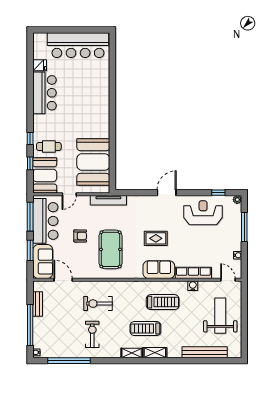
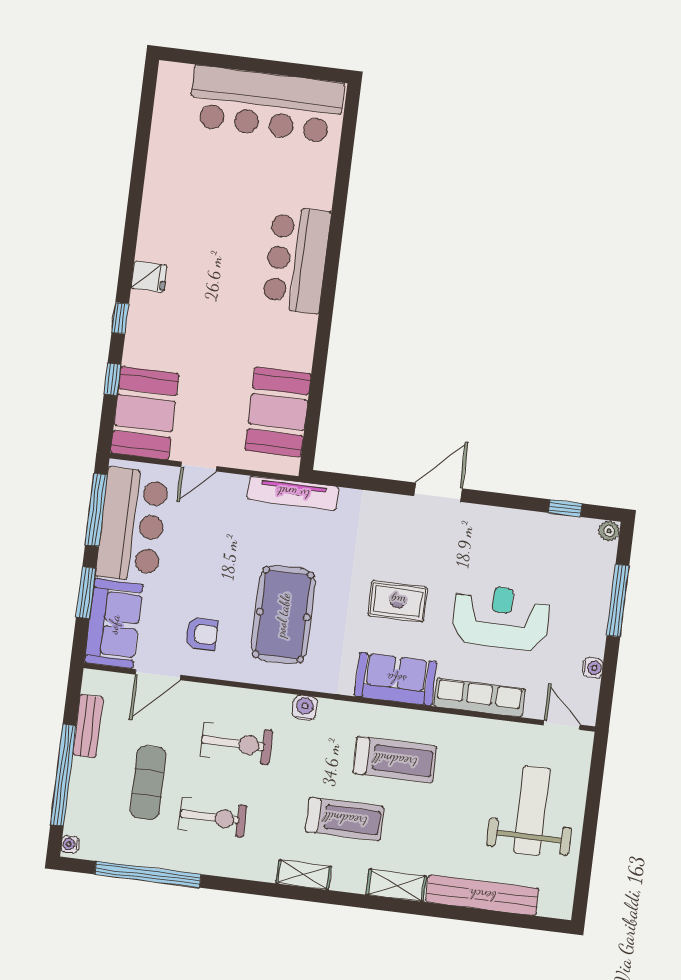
fridge: (40, 65) -> (149, 277), moved
bar counter: (45, 93) -> (297, 260), moved, turned 180
cafe table: (49, 146) -> (164, 344), removed
booth: (93, 162) -> (278, 412), width x0.73, depth x0.70
reception desk: (203, 213) -> (501, 617), moved
armchair: (80, 236) -> (202, 634), moved
door: (63, 280) -> (158, 675), swing flipped
water cooler: (193, 286) -> (305, 708), moved
exercise bike: (98, 304) -> (236, 743), turned 180
exercise mat: (65, 324) -> (148, 783), added
treadmill: (145, 328) -> (345, 819), turned 180
exercise bike: (92, 334) -> (213, 817), turned 90
shelving: (155, 353) -> (396, 885), moved

